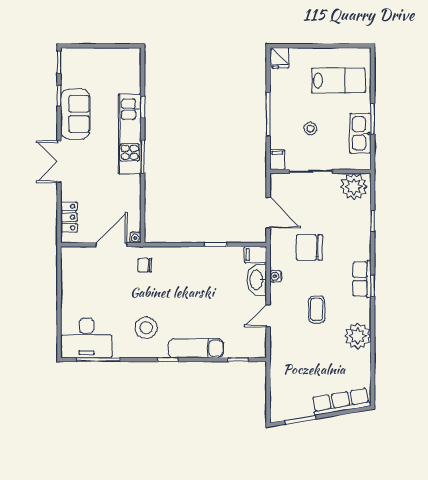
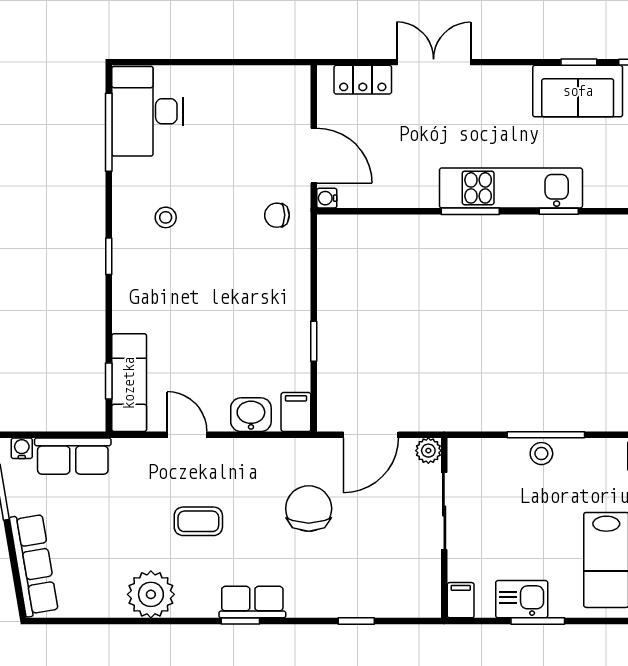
sofa: (75, 114) -> (578, 91), moved
stool: (310, 129) -> (541, 454), moved
kitchen sink: (360, 133) -> (522, 599), width x0.73
filing cabinet: (277, 160) -> (461, 600), moved, turned -90
double door: (59, 162) -> (434, 62), moved
plant: (354, 187) -> (428, 451), moved, width x0.53, depth x0.53
chair: (145, 265) -> (277, 215), turned -90
water cooler: (276, 276) -> (22, 448), moved
washbasin: (257, 280) -> (251, 415), width x0.72
stool: (146, 328) -> (166, 217), width x0.53, depth x0.53
exam couch: (196, 348) -> (129, 383), moved
row of seats: (280, 380) -> (73, 456), added

